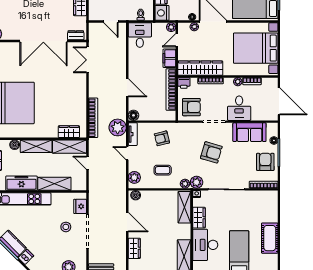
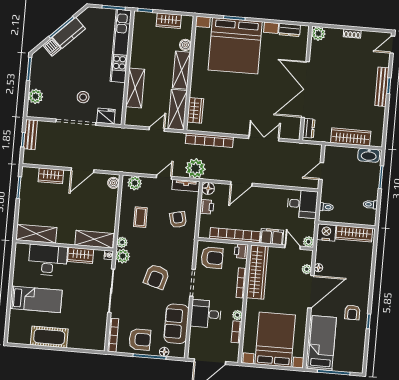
double door: (87, 60) -> (264, 138), moved
armchair: (191, 107) -> (212, 258), turned -90
printer: (149, 115) -> (207, 207), added
freezer: (21, 183) -> (139, 49), removed

